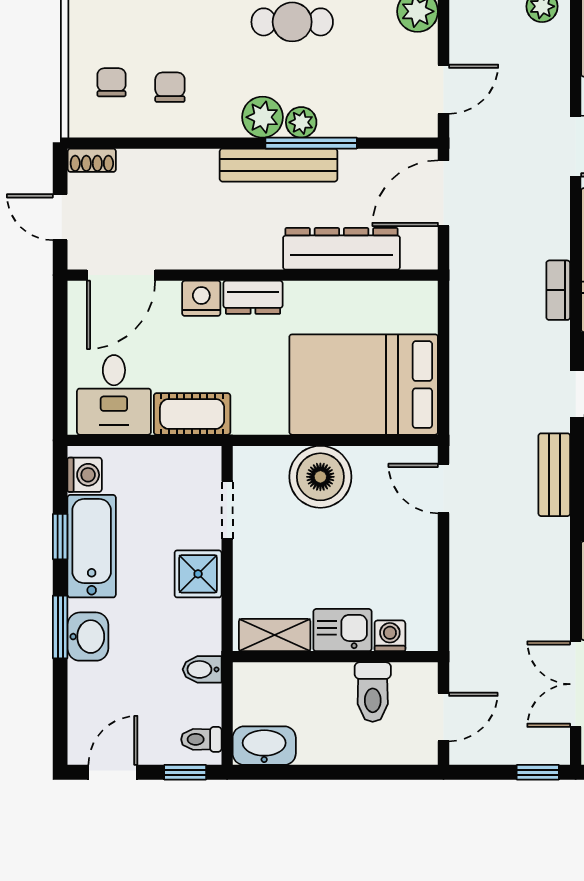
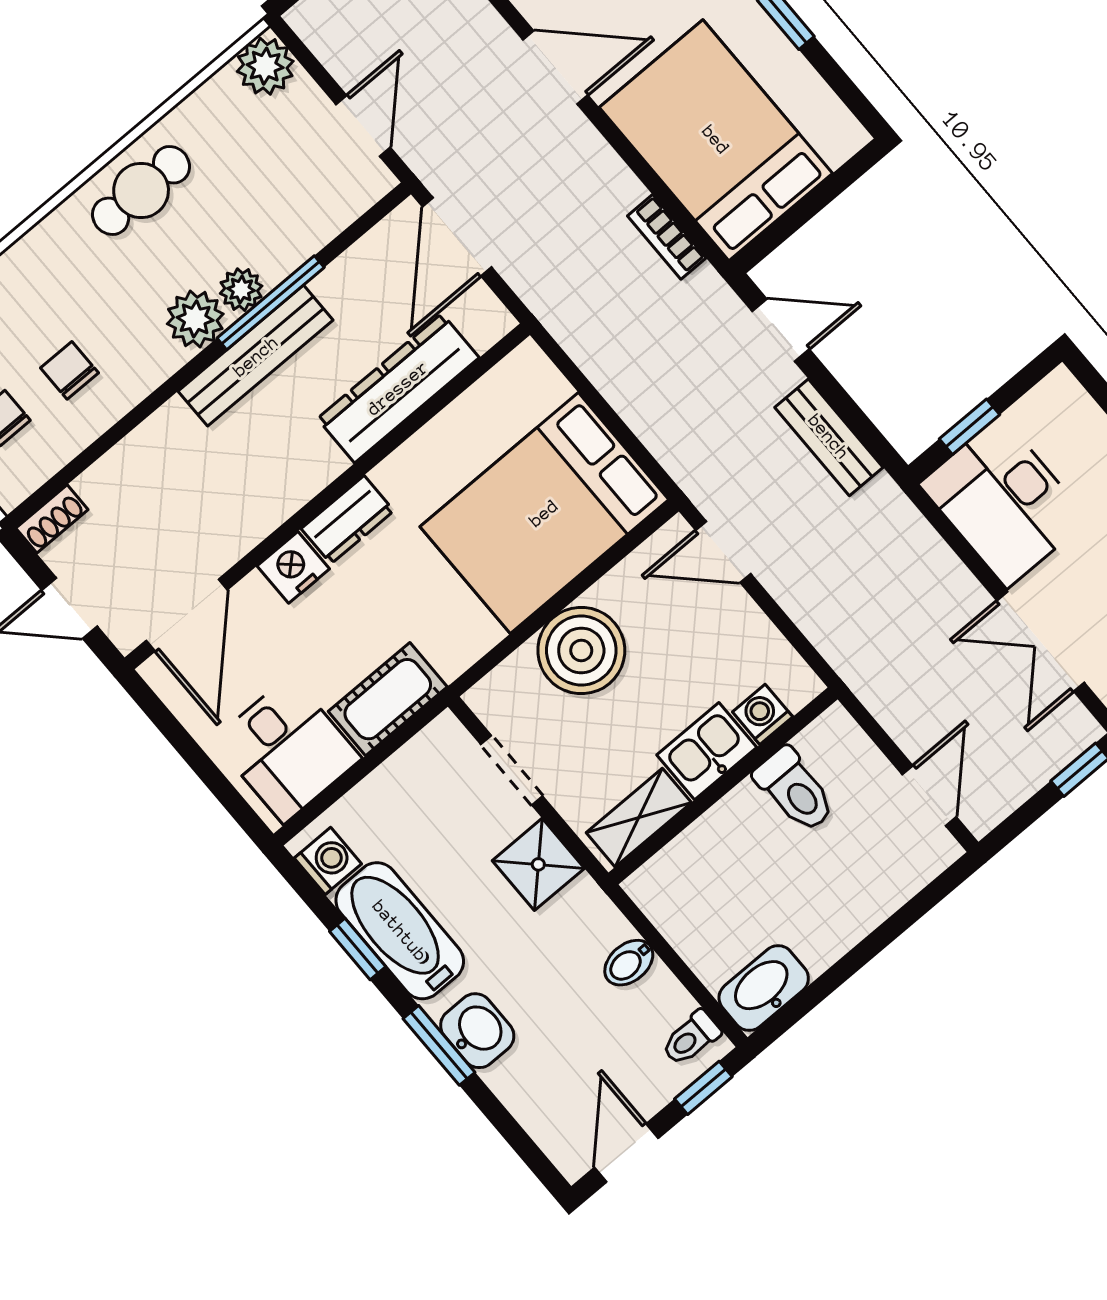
kitchen sink: (342, 630) -> (707, 751), moved
shelving: (275, 635) -> (639, 818), moved
washing machine: (390, 636) -> (763, 714), moved
wall: (335, 657) -> (723, 786), moved
toilet: (373, 692) -> (795, 790), moved

